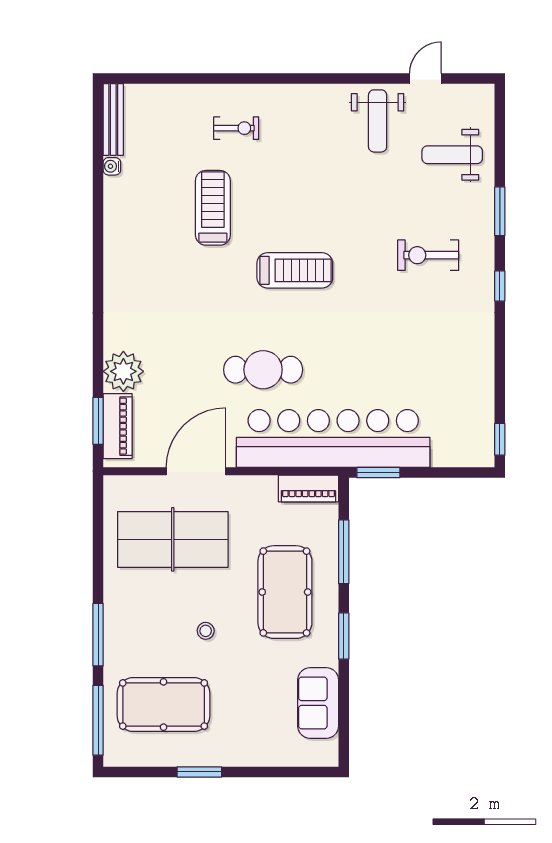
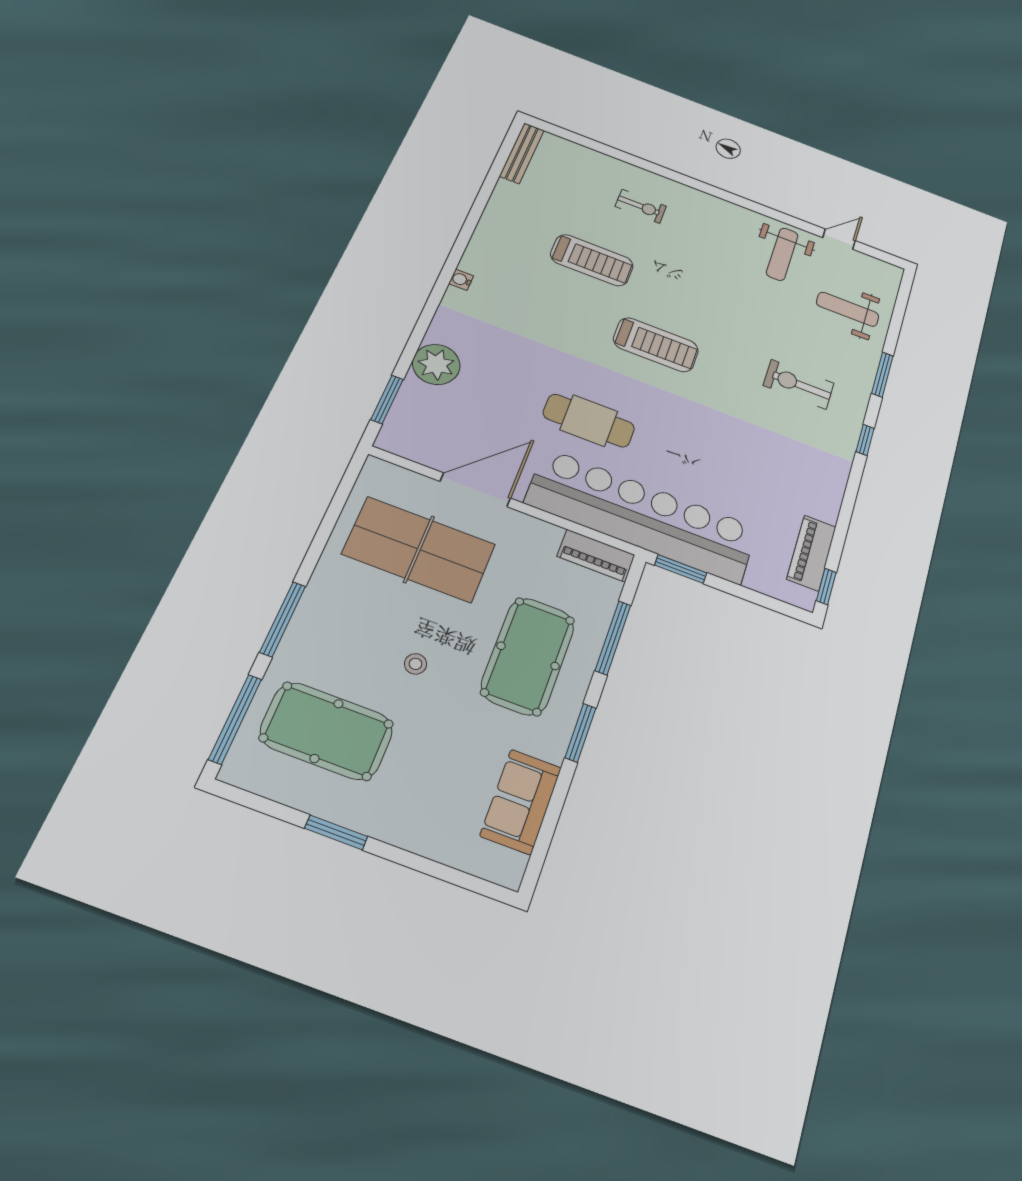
water cooler: (112, 166) -> (461, 280), moved
treadmill: (213, 208) -> (592, 260), turned 90
piano: (118, 426) -> (812, 553), moved, turned 180

